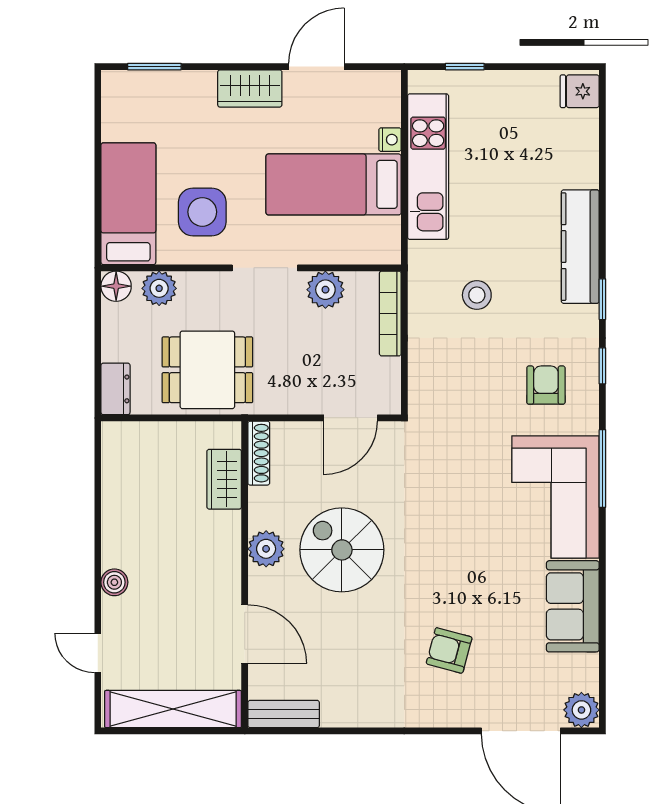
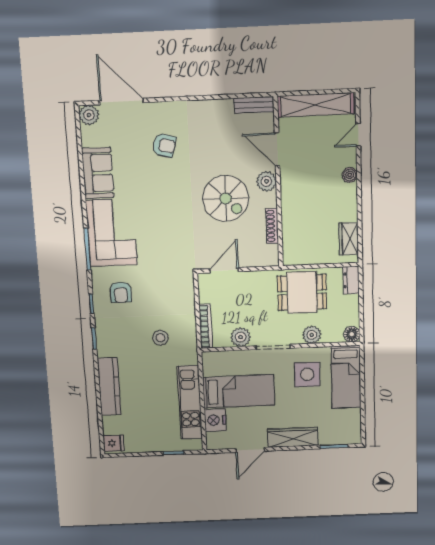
wardrobe: (250, 88) -> (293, 437), width x1.50
nightstand: (390, 140) -> (215, 420), width x1.89, depth x1.79
kitchen counter: (580, 247) -> (109, 387), moved
plant: (159, 288) -> (312, 335), moved
shoe rack: (259, 453) -> (272, 226), moved
wardrobe: (224, 479) -> (349, 239), moved, turned 180
plant: (266, 549) -> (266, 181), moved
door: (98, 653) -> (358, 135), swing flipped

